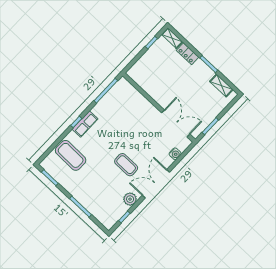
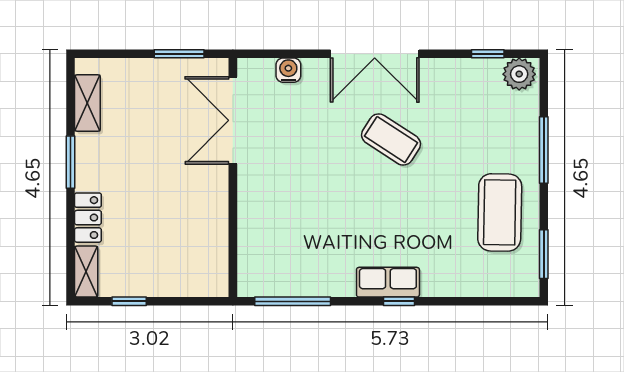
coffee table: (71, 155) -> (500, 212), moved
coffee table: (126, 165) -> (391, 139), turned -57
plant: (130, 199) -> (519, 74), moved

